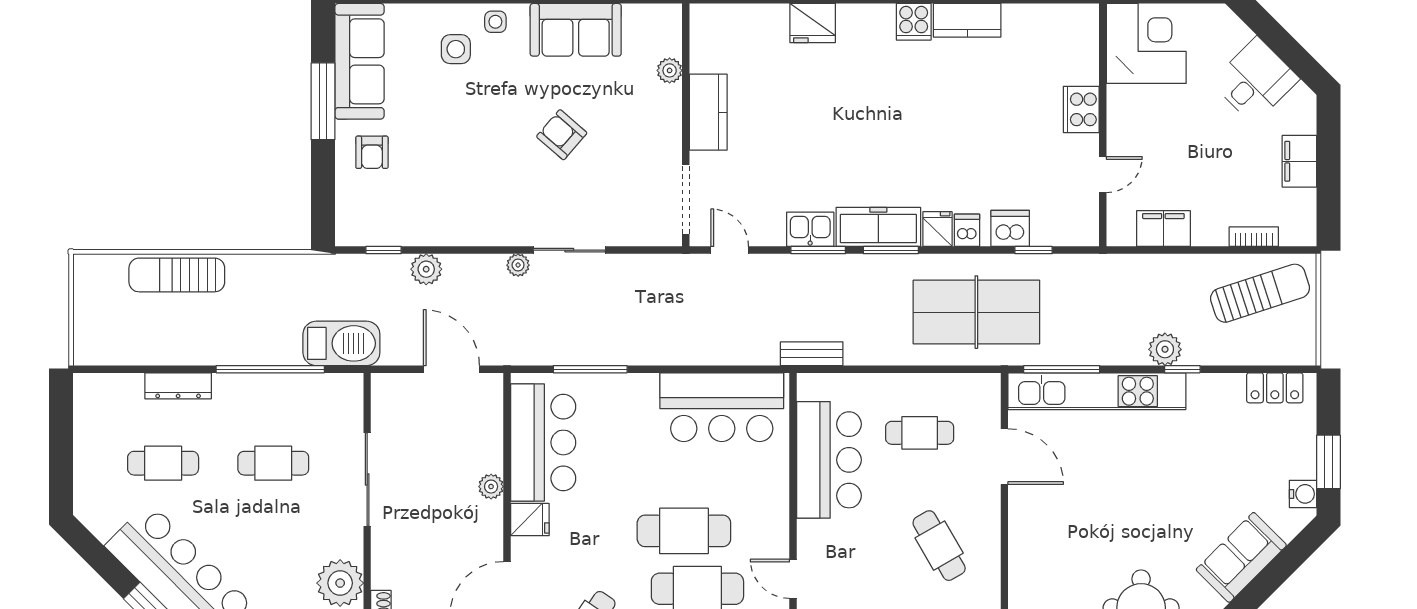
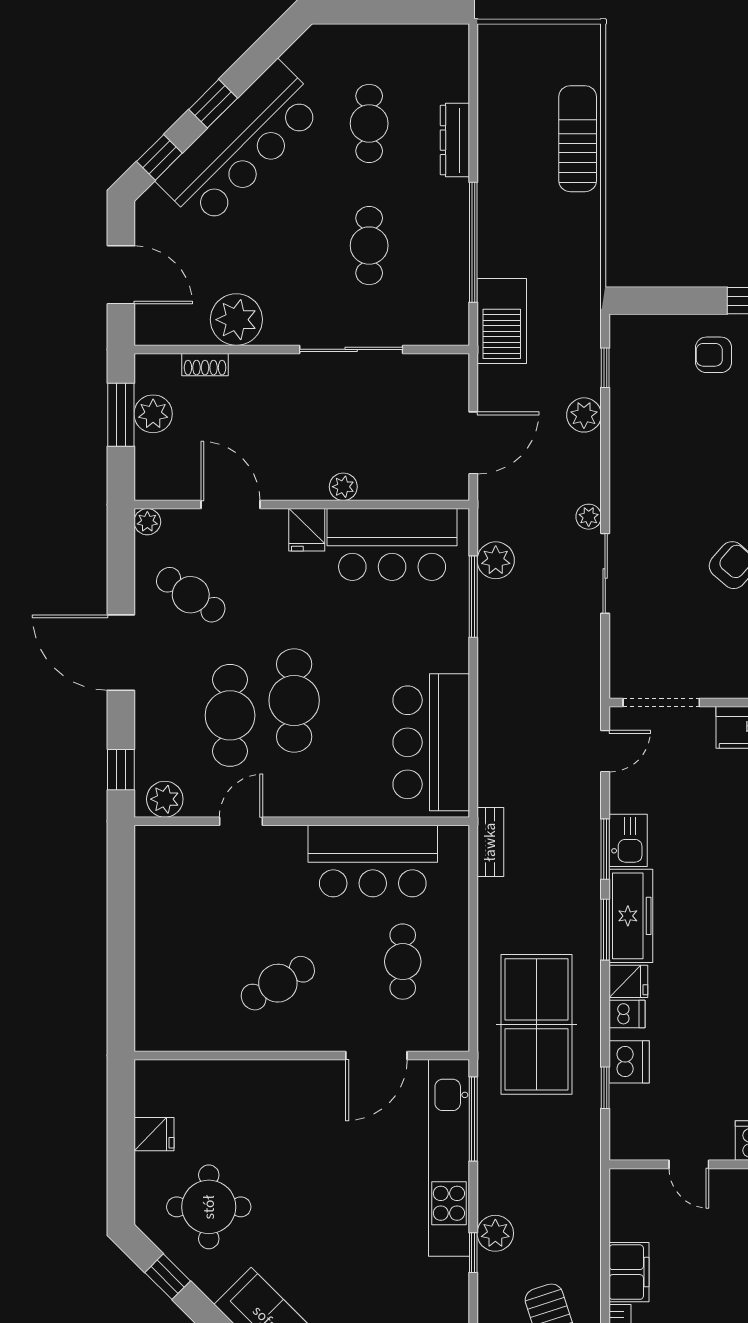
filing cabinet: (1163, 229) -> (629, 1272), moved
plant: (557, 349) -> (496, 560), added

